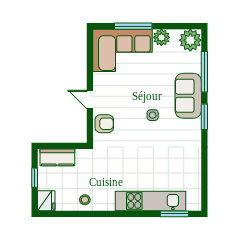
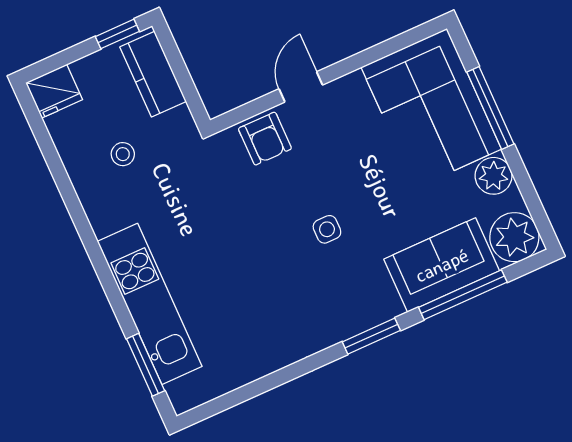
sofa: (188, 96) -> (442, 265), moved
window: (35, 178) -> (117, 34), moved
stool: (85, 200) -> (123, 154), moved

